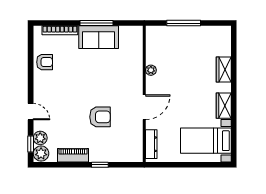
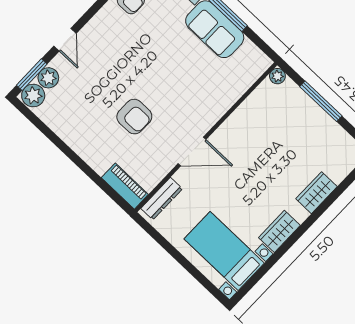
plant: (151, 70) -> (277, 76), moved
window: (31, 144) -> (32, 75), width x1.50
piano: (73, 155) -> (125, 186), moved
window: (100, 165) -> (85, 168), removed

